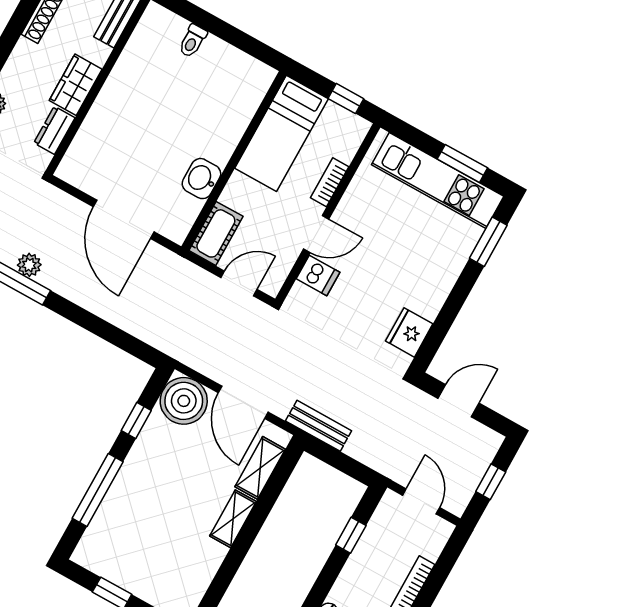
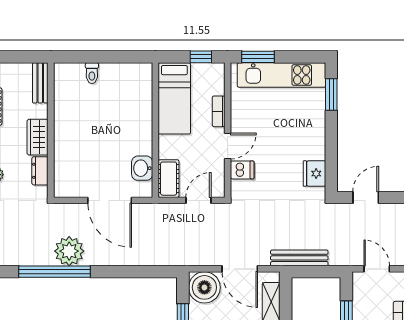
window: (462, 163) -> (258, 57), moved
washbasin: (201, 179) -> (142, 168), moved
plant: (29, 265) -> (69, 251), width x1.87, depth x1.87
bench: (319, 426) -> (299, 258), width x1.36

